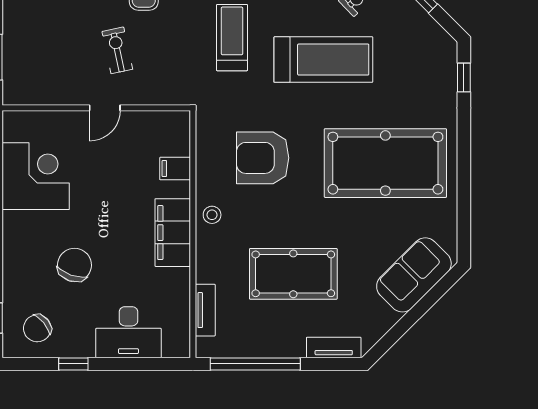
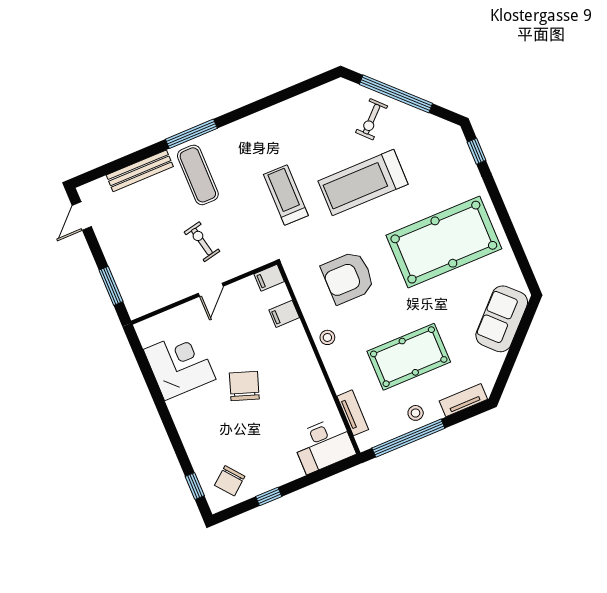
treadmill: (323, 60) -> (363, 183), turned 180
filing cabinet: (173, 233) -> (269, 278), moved, width x0.33, depth x0.86
chair: (74, 265) -> (244, 386), moved
desk: (128, 332) -> (323, 445), moved
stool: (275, 339) -> (416, 413), added

